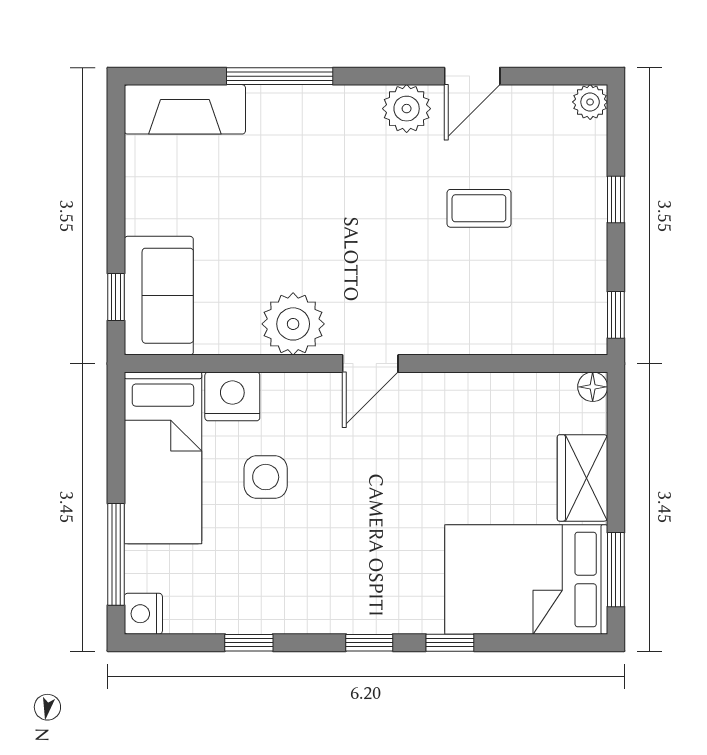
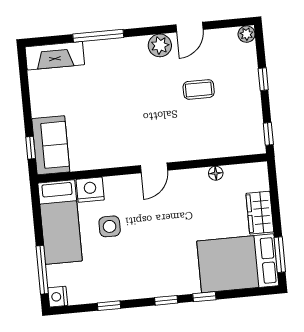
plant: (293, 324) -> (116, 153), removed
floor lamp: (593, 387) -> (216, 173), moved

